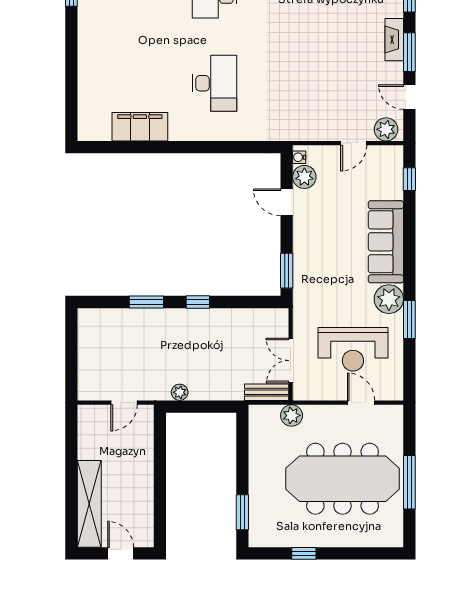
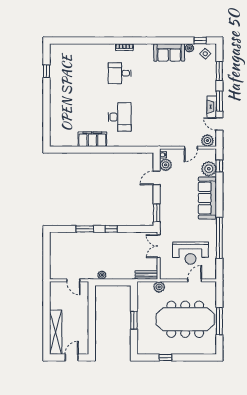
fireplace: (394, 40) -> (212, 107), moved
filing cabinet: (140, 127) -> (92, 139), moved
door: (287, 202) -> (157, 178), hinge flipped
plant: (389, 299) -> (209, 169), moved
window: (409, 320) -> (219, 238), width x2.11
double door: (291, 361) -> (159, 246), moved
door: (124, 403) -> (73, 280), hinge flipped
door: (361, 403) -> (195, 280), hinge flipped
window: (242, 512) -> (134, 320), moved
door: (121, 553) -> (72, 357), hinge flipped

